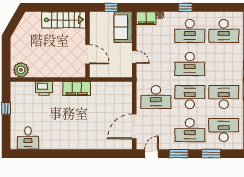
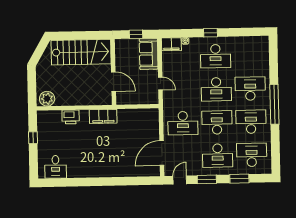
stairs: (64, 20) -> (81, 52), width x1.36, depth x1.51
desk: (224, 31) -> (250, 89), moved, turned 180

